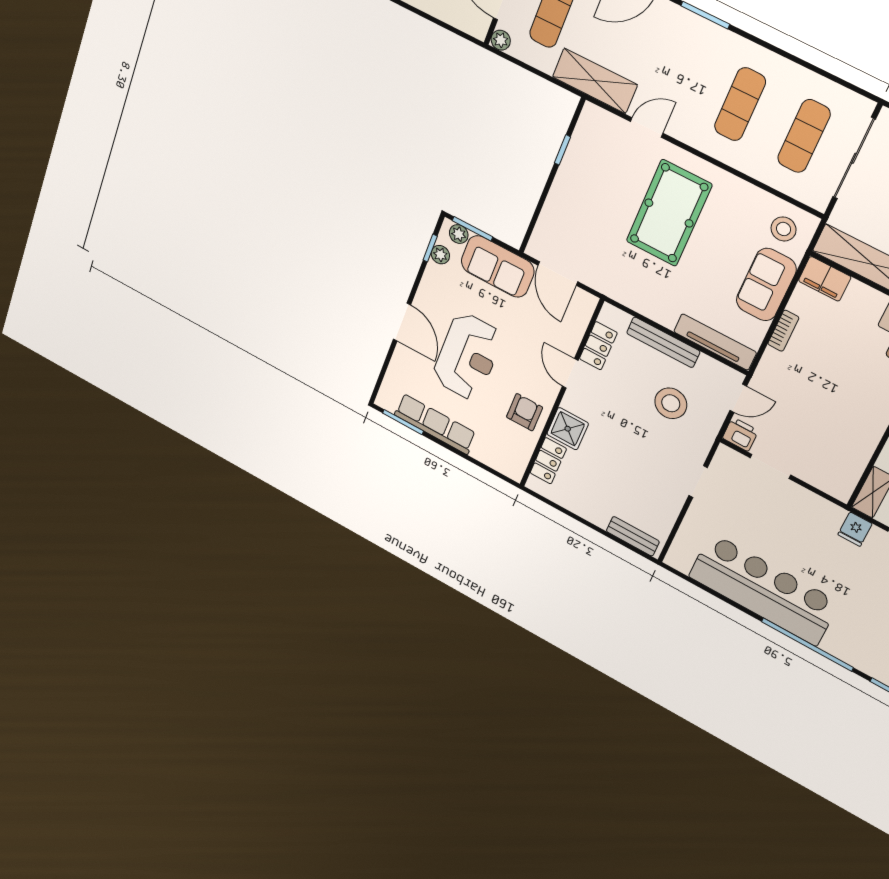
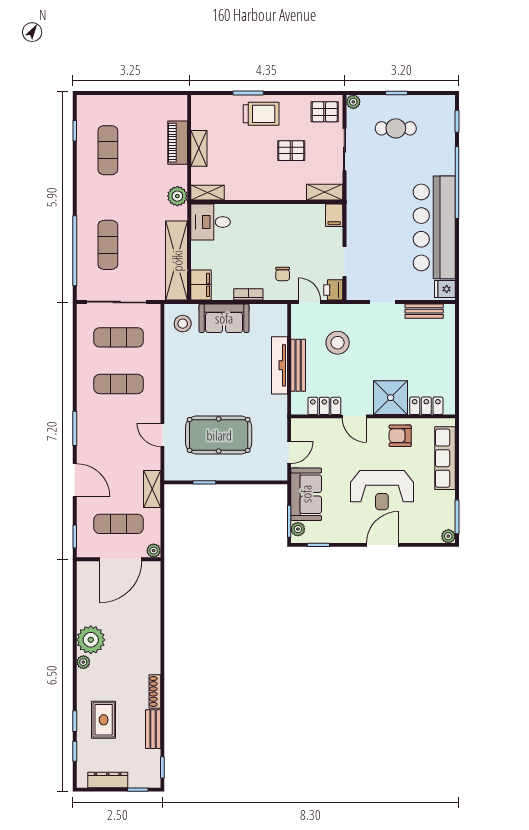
shelving: (595, 81) -> (152, 489), width x0.67, depth x0.75
pool table: (669, 213) -> (219, 435), moved
plant: (440, 255) -> (448, 536), moved
door: (558, 274) -> (289, 452), width x0.73
tv unit: (715, 342) -> (280, 365), moved
reception desk: (467, 357) -> (382, 490), turned 180
door: (570, 373) -> (354, 416), hinge flipped
chair: (790, 386) -> (283, 274), added
row of seats: (435, 424) -> (445, 458), moved
shower: (568, 429) -> (391, 398), width x1.36, depth x1.36
filing cabinet: (837, 487) -> (334, 215), added
fridge: (855, 529) -> (445, 289), moved, turned 180
bench: (633, 536) -> (424, 311), moved, turned 90

